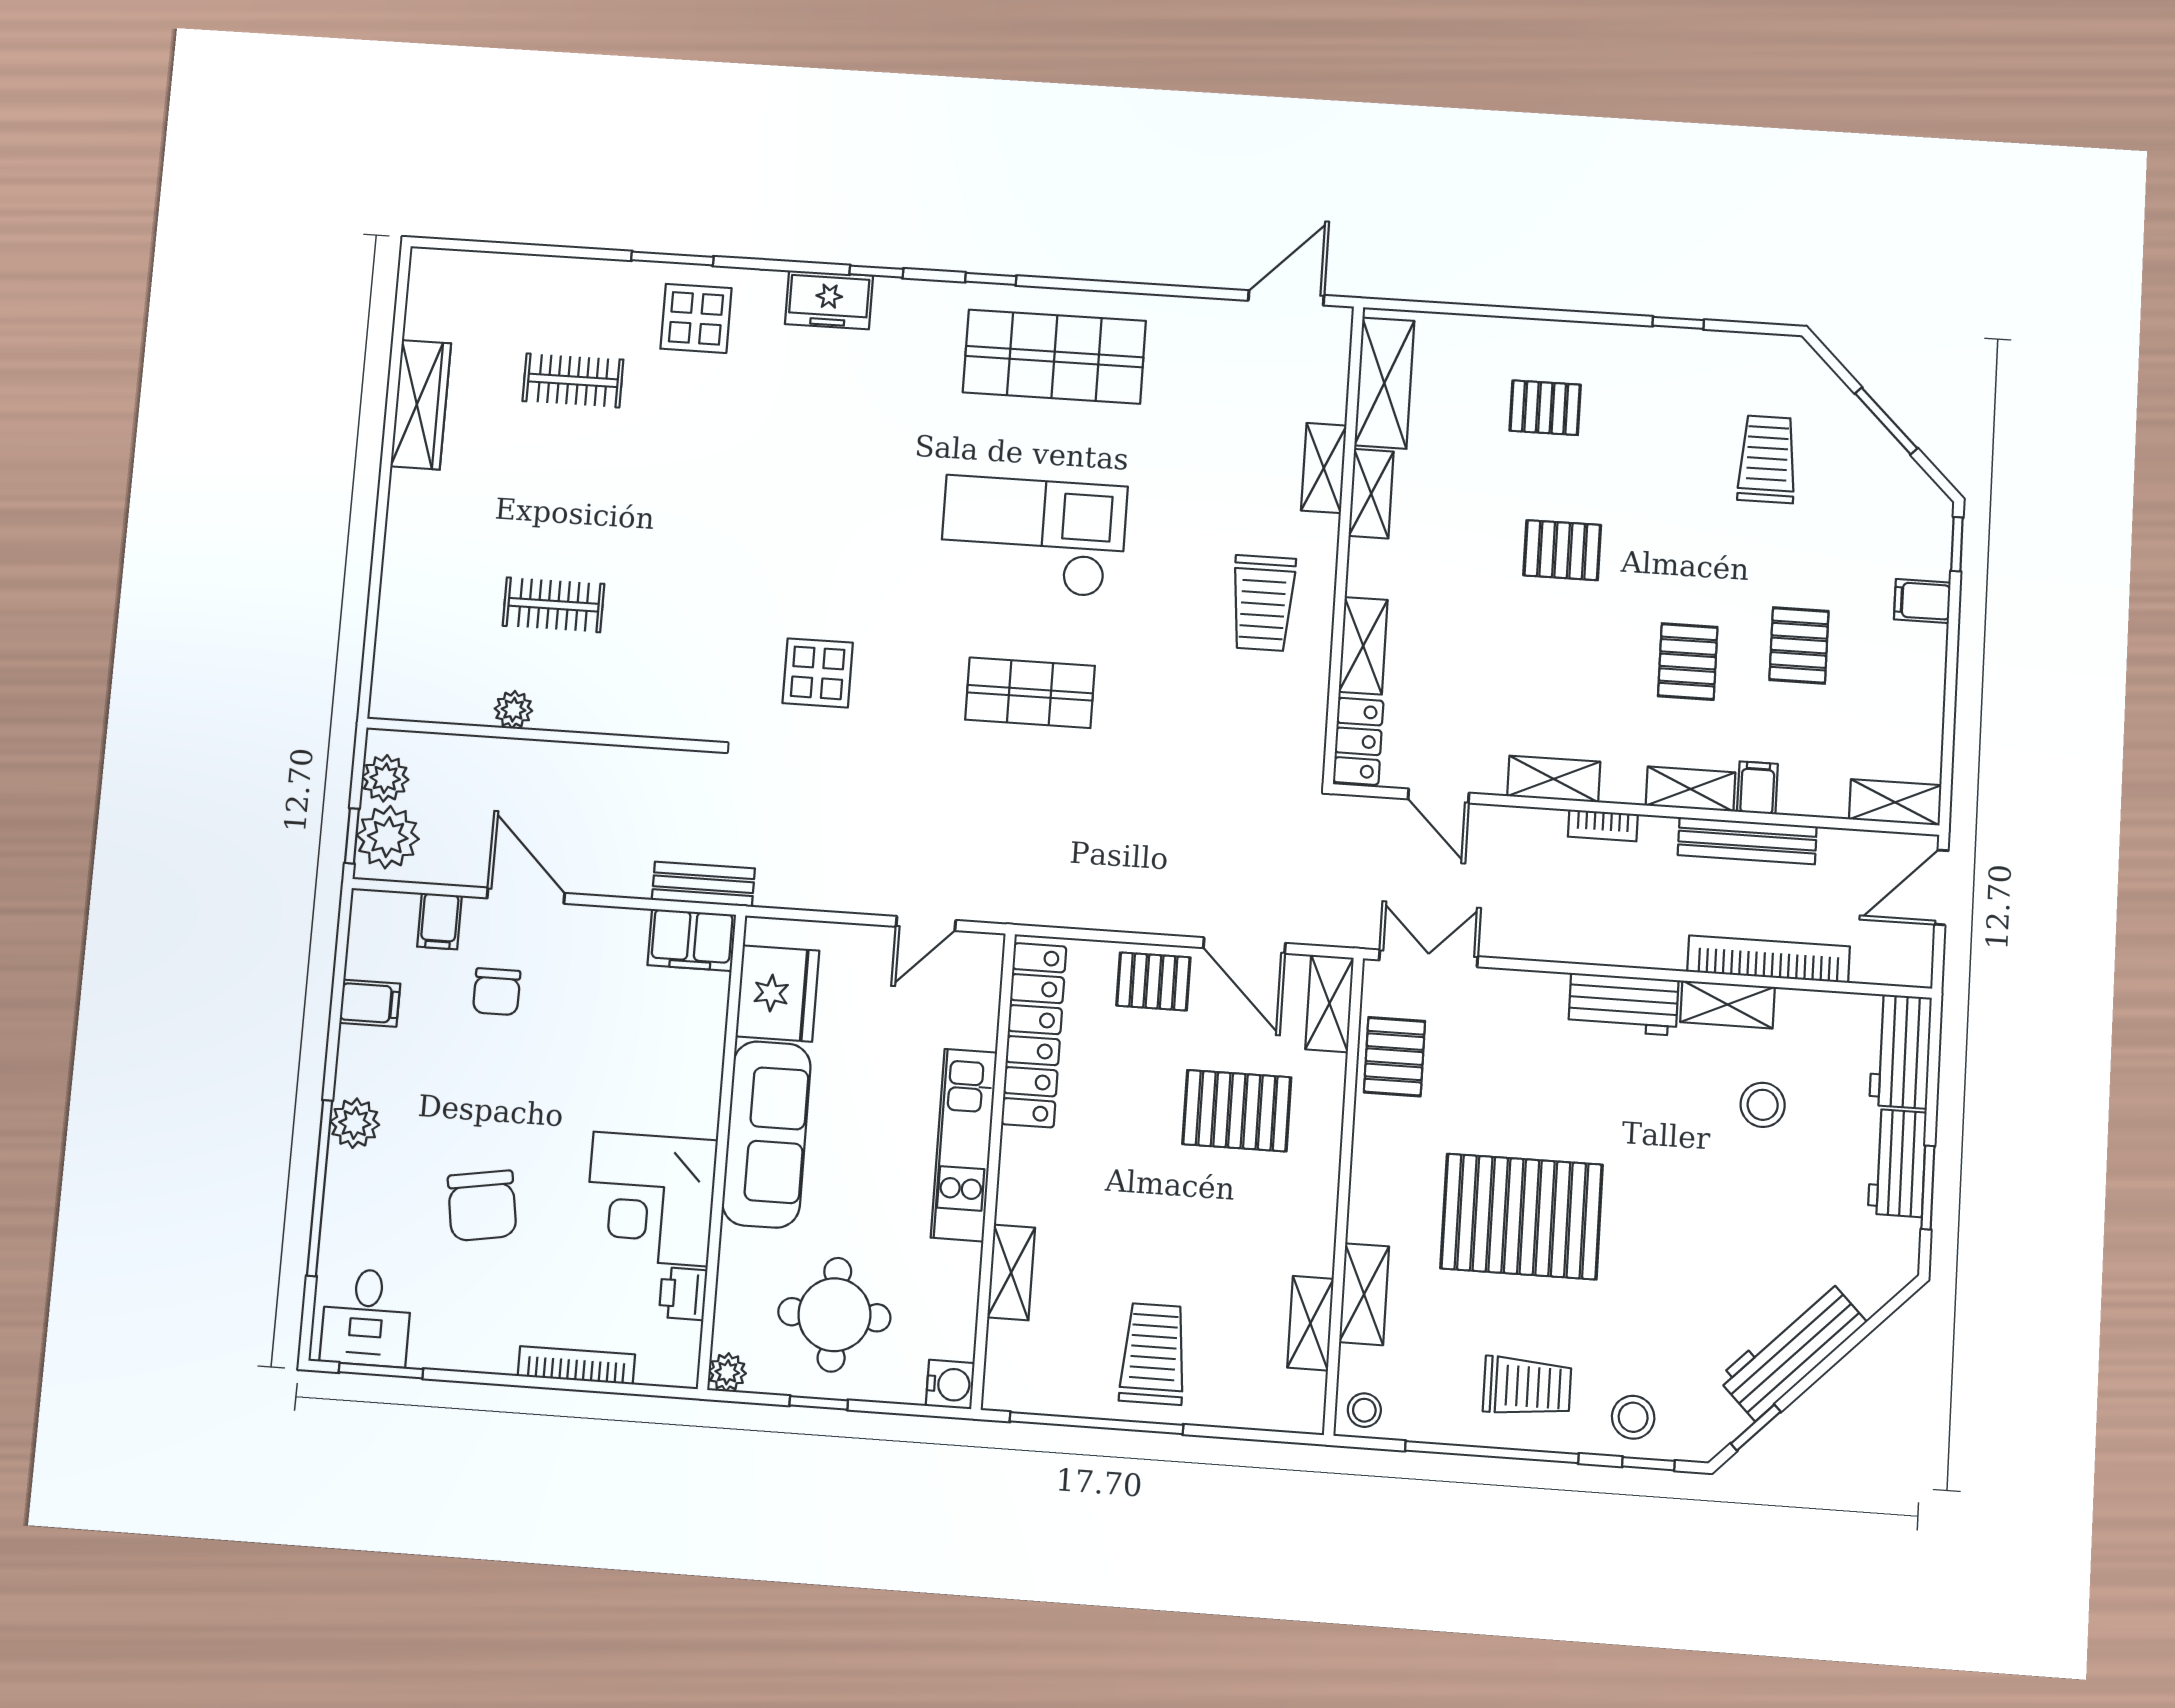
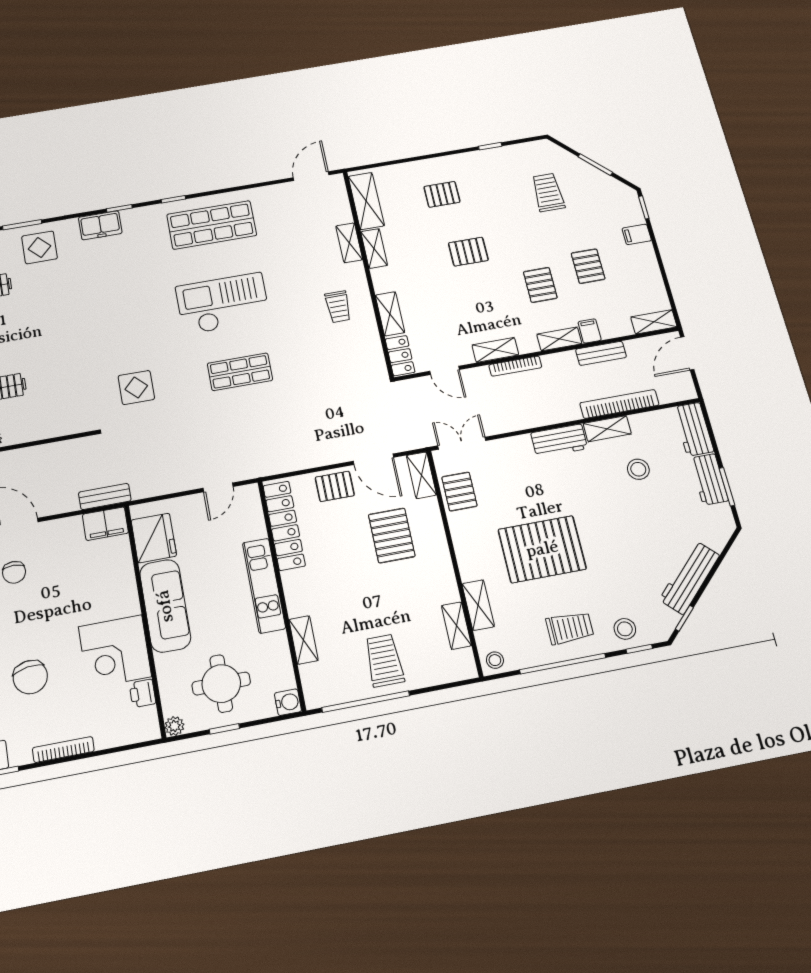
trolley: (1263, 603) -> (338, 307), width x0.73, depth x0.72
bookcase: (1603, 825) -> (515, 366), width x1.56
bench: (1747, 841) -> (601, 353), width x0.73
pallet: (1237, 1111) -> (392, 535), turned 90
bookcase: (576, 1365) -> (63, 750), moved

